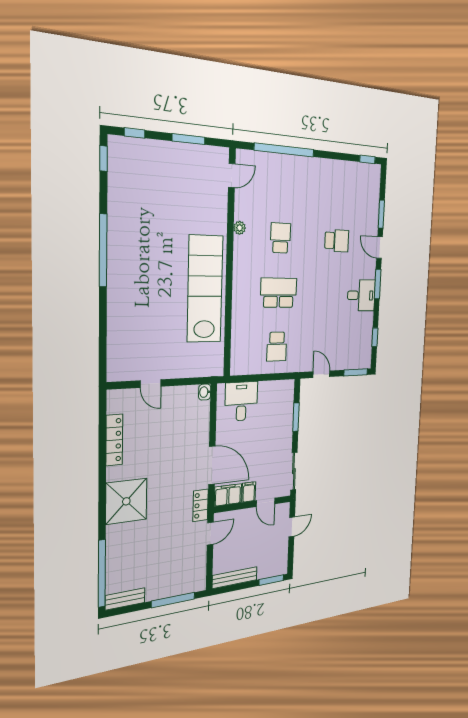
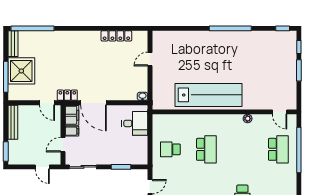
window: (189, 139) -> (299, 70), moved
school desk: (280, 238) -> (278, 149), moved, width x1.85
door: (212, 465) -> (94, 103), hinge flipped
shower: (126, 501) -> (21, 71), moved

